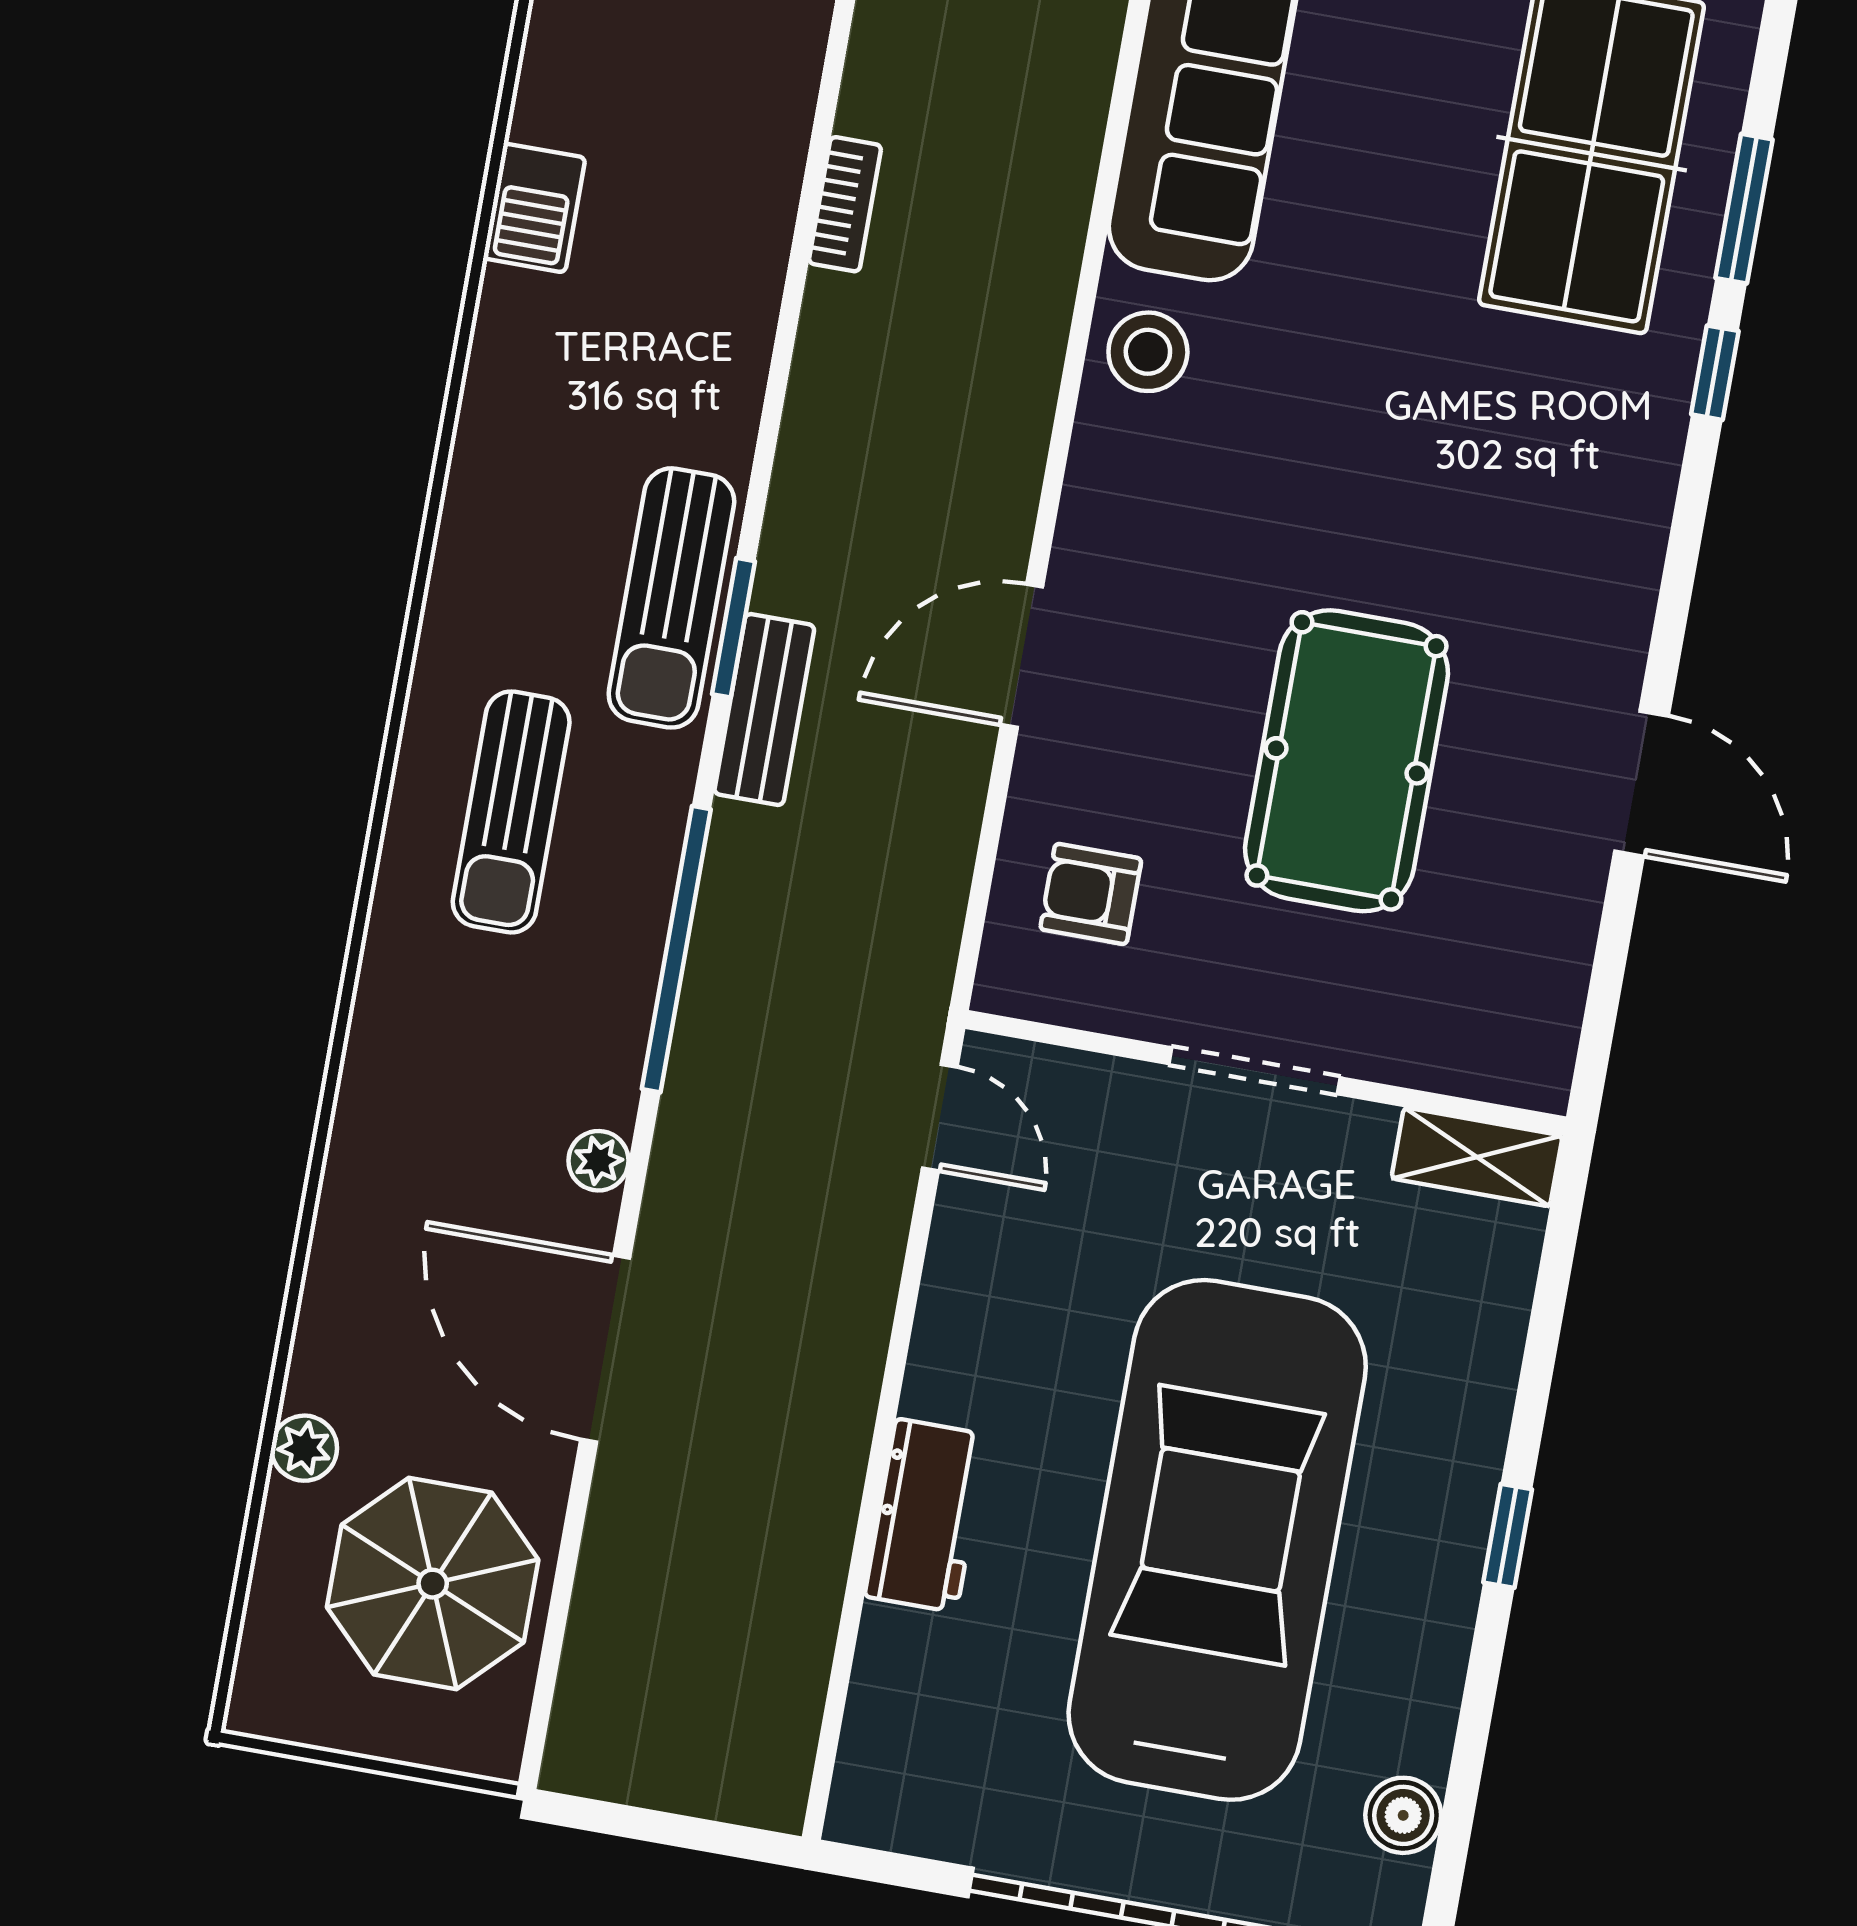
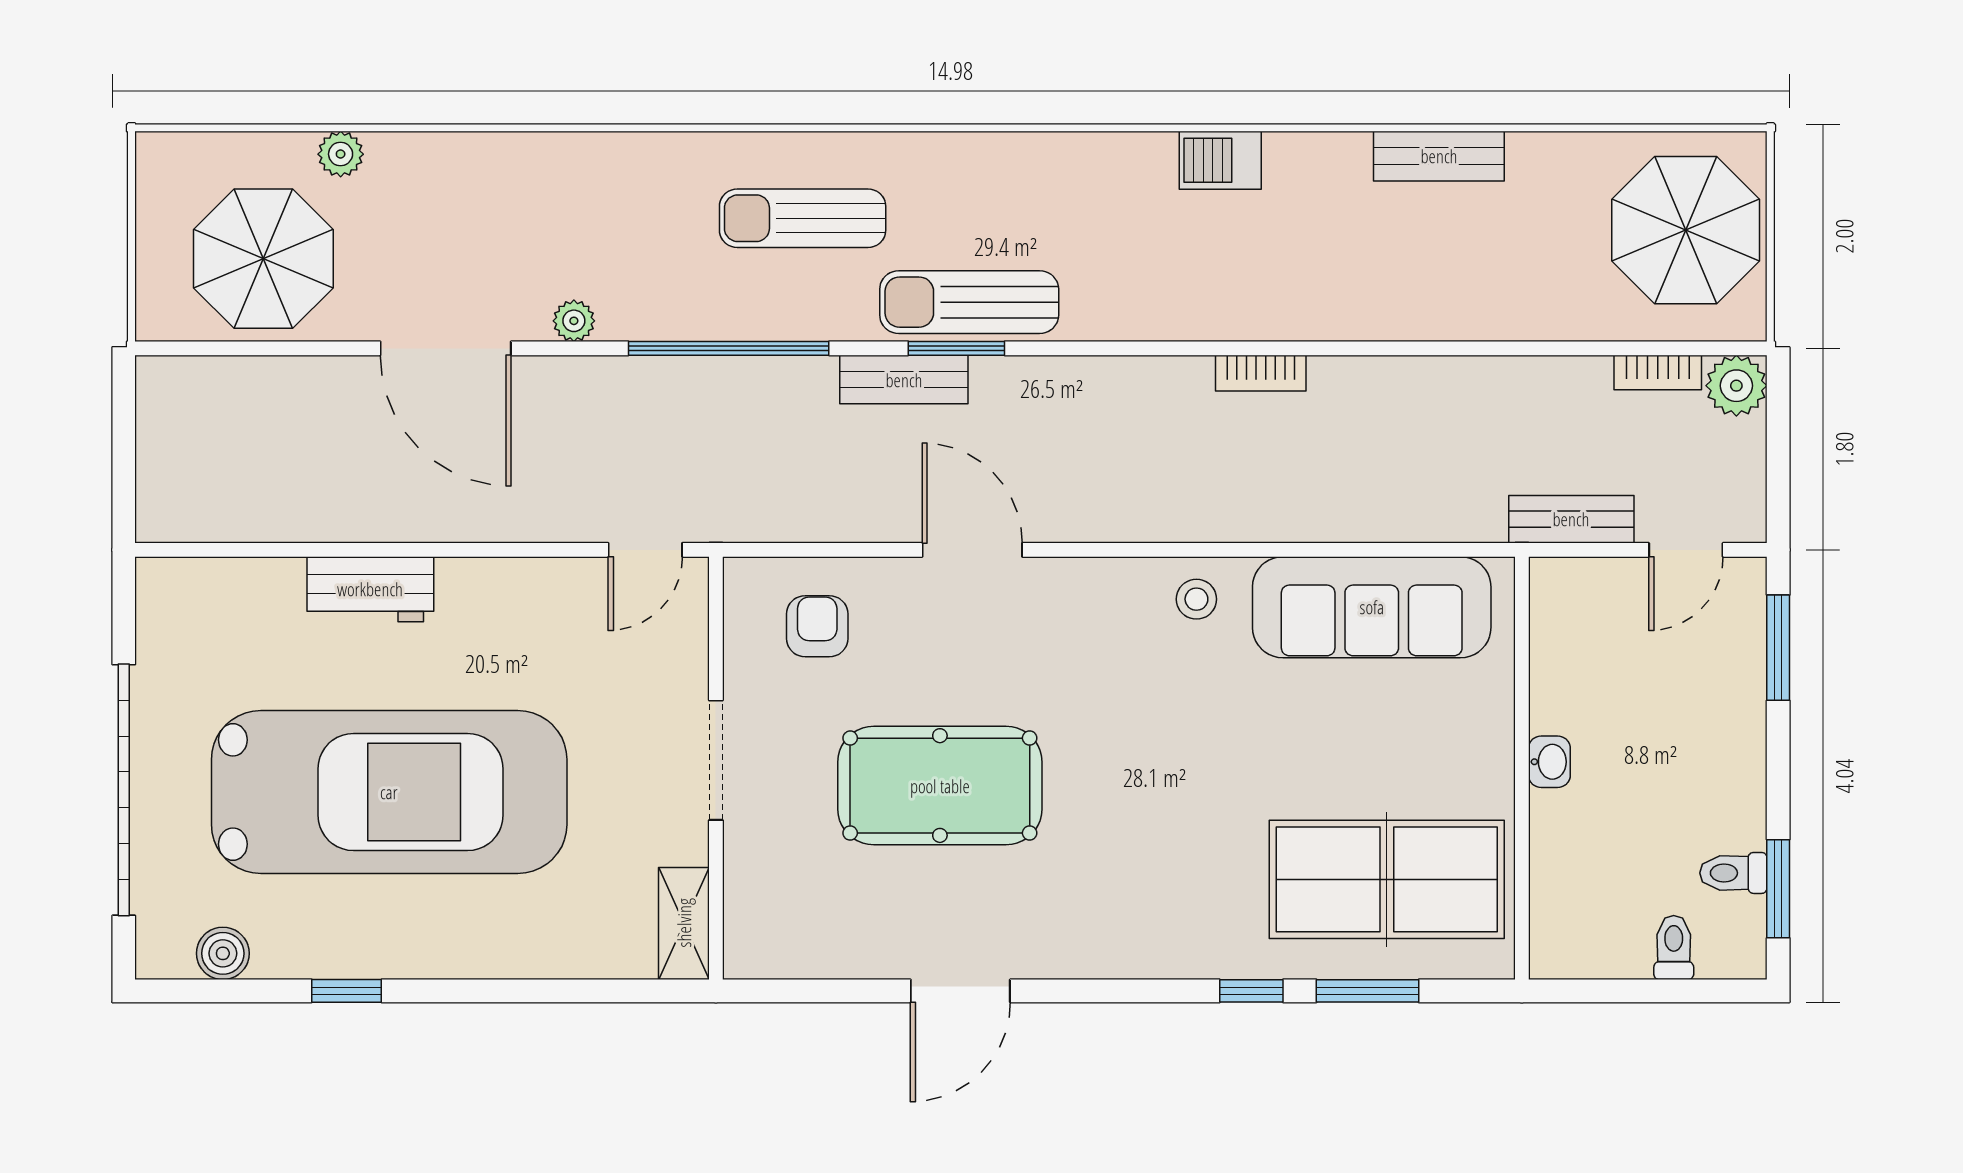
stool: (1148, 352) -> (1196, 599), width x0.73, depth x0.73
door: (605, 1349) -> (446, 348), swing flipped
window: (1508, 1536) -> (347, 991), moved

